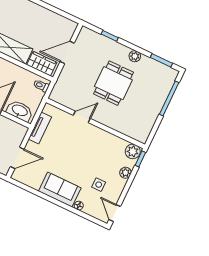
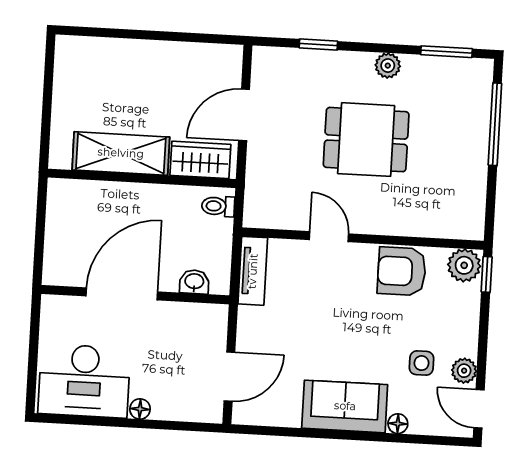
dining table: (113, 83) -> (366, 140), turned 90
washbasin: (20, 111) -> (194, 282), width x0.52, depth x0.69
door: (82, 117) -> (329, 237), hinge flipped
tv unit: (40, 128) -> (253, 271), moved
armchair: (106, 143) -> (402, 271), added
plant: (125, 173) -> (464, 371), moved

